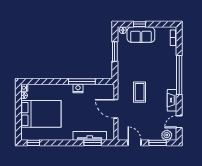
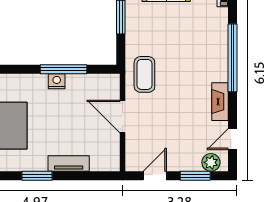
coffee table: (140, 92) -> (144, 74), moved
tv unit: (90, 136) -> (69, 164), width x0.71
window: (93, 143) -> (37, 176), moved
door: (134, 143) -> (155, 176), hinge flipped

